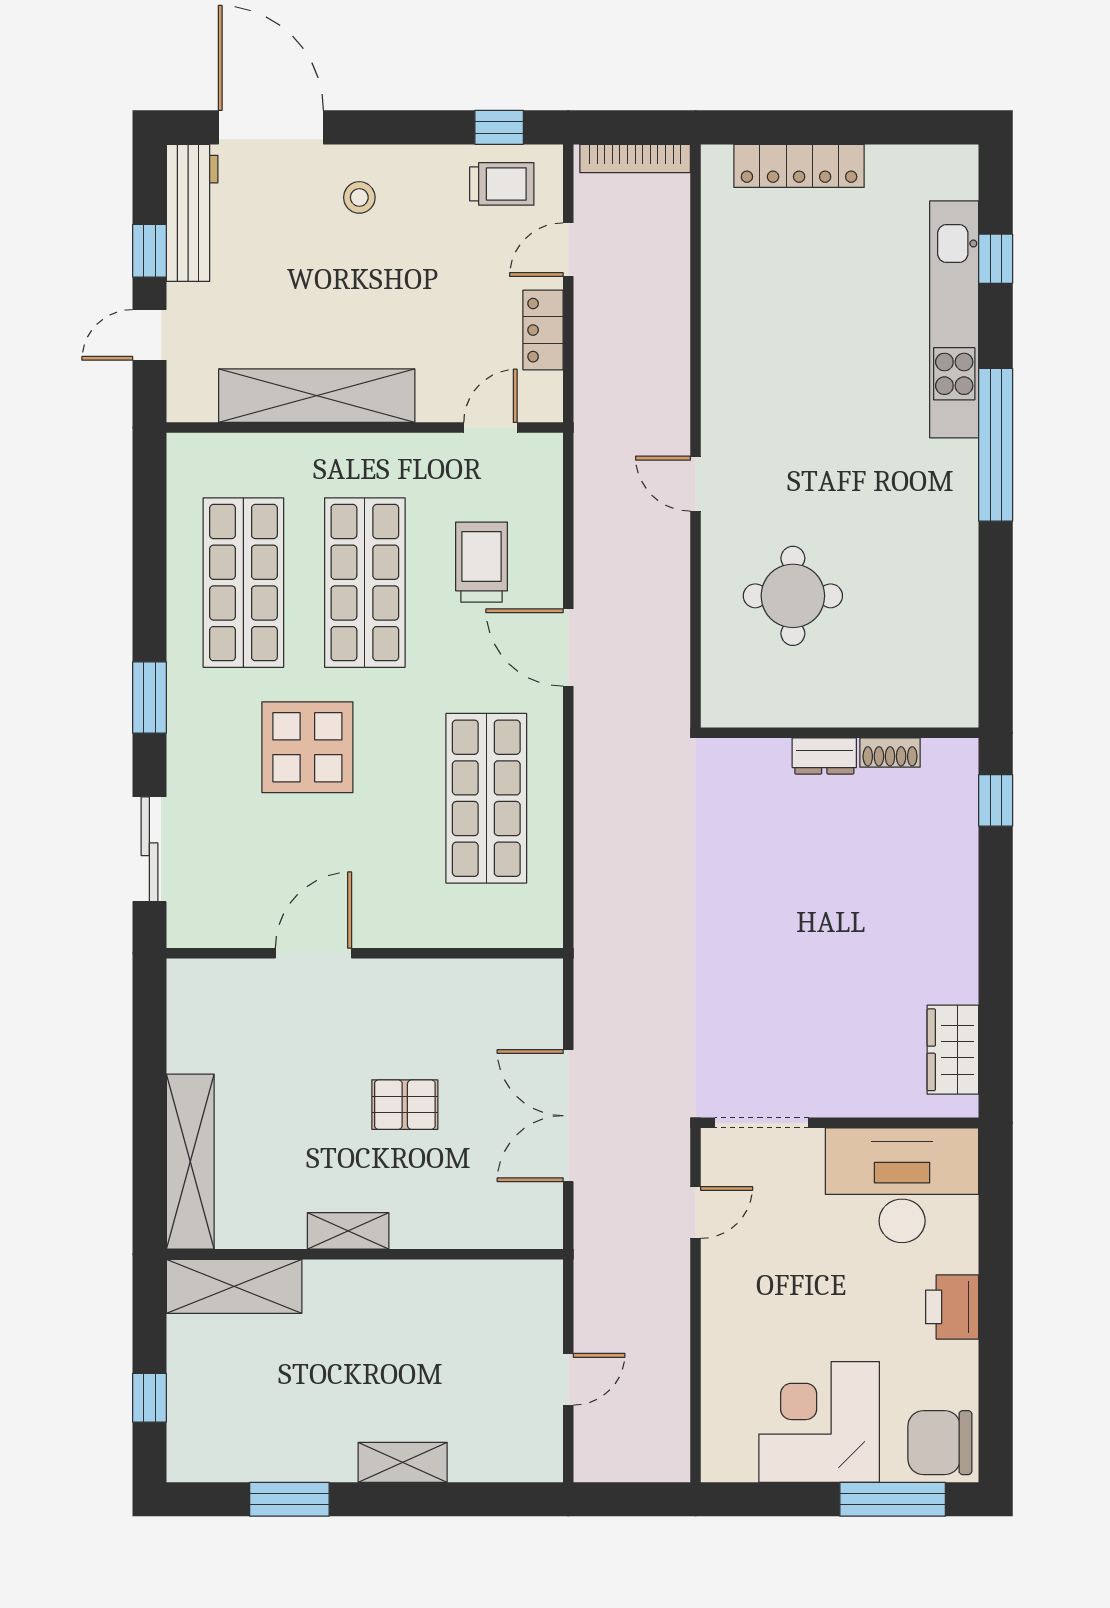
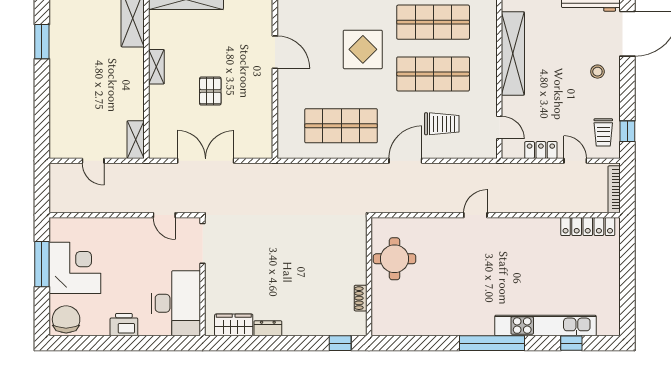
locker: (799, 166) -> (588, 226), moved, turned -90
round table: (793, 596) -> (395, 259), moved
dresser: (824, 756) -> (268, 328), moved, turned 90
shelving: (403, 1462) -> (136, 140), moved
window: (893, 1499) -> (42, 264), moved

